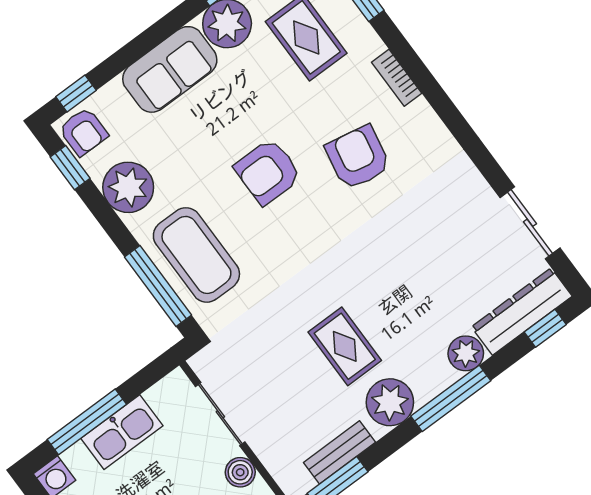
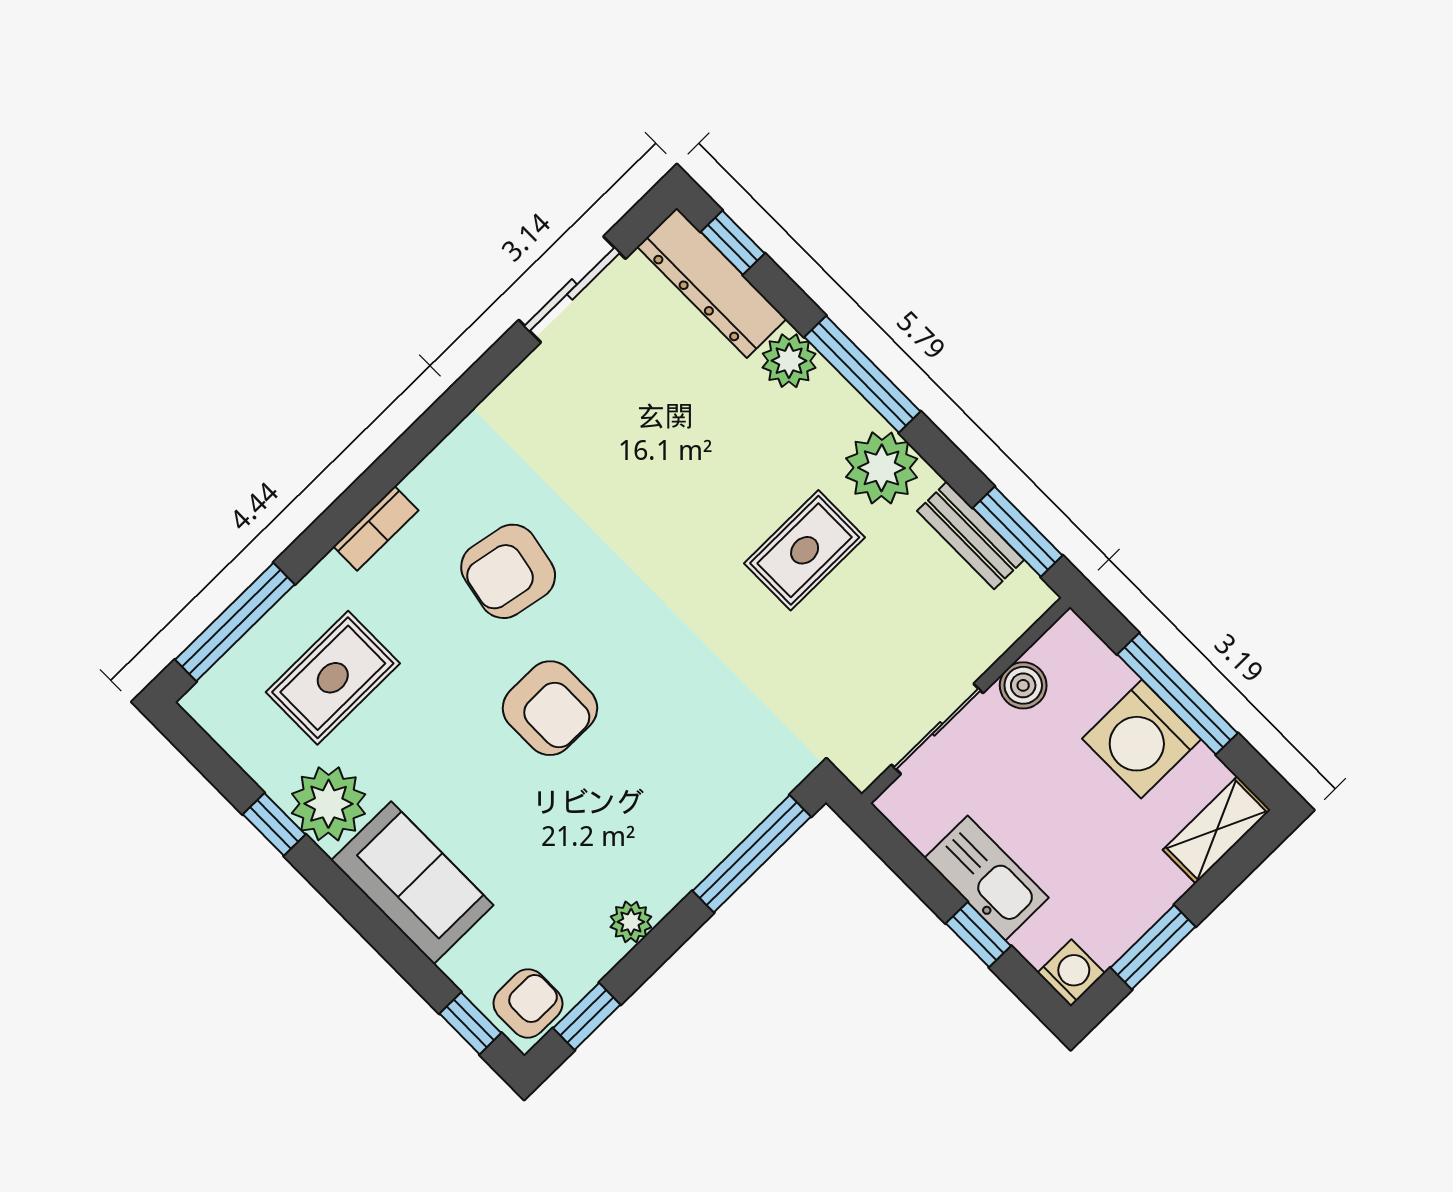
plant: (128, 187) -> (631, 922), width x0.53, depth x0.53
coffee table: (196, 255) -> (695, 801), removed
window: (87, 422) -> (978, 935), width x0.46

